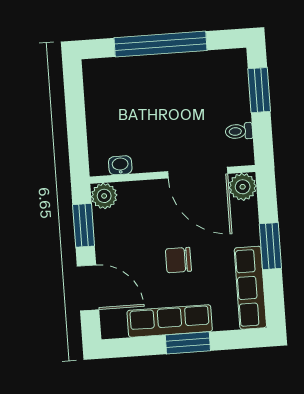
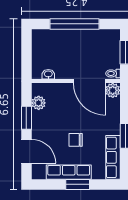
washbasin: (120, 165) -> (48, 74), moved
door: (198, 173) -> (89, 81), moved
wall: (173, 174) -> (76, 81), moved
plant: (243, 187) -> (113, 90), moved

